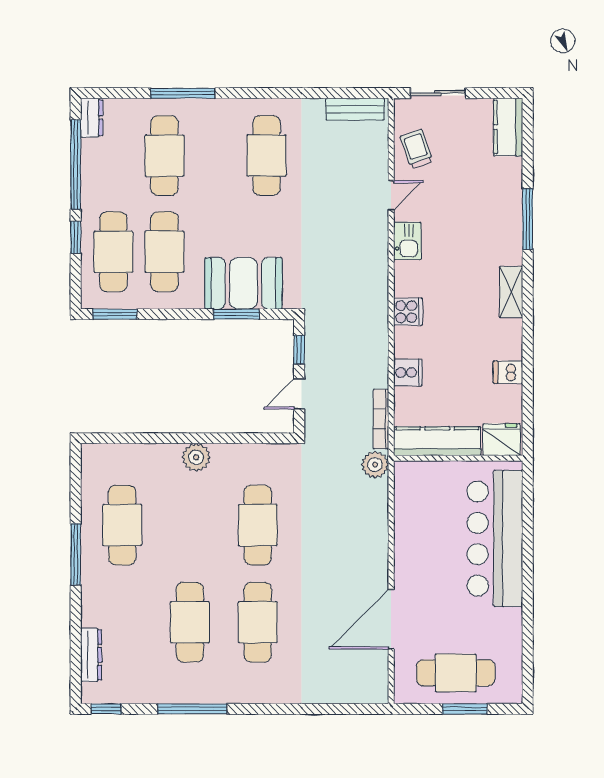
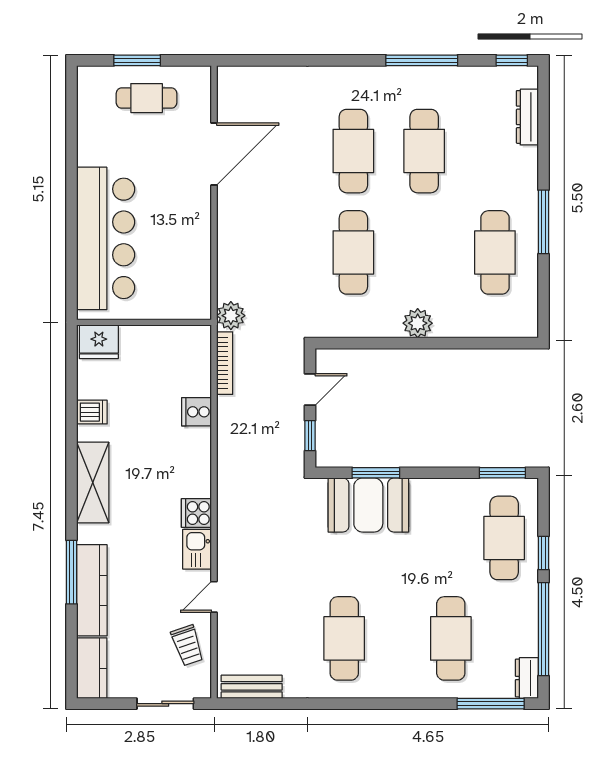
window: (183, 93) -> (491, 704), moved
cafe table: (164, 252) -> (451, 538), removed
shelving: (511, 292) -> (93, 482), width x1.50, depth x1.33
cooker: (408, 312) -> (196, 513), moved
kitchen counter: (437, 441) -> (92, 590), moved, turned -90
cafe table: (456, 673) -> (147, 98), width x0.73, depth x0.74

